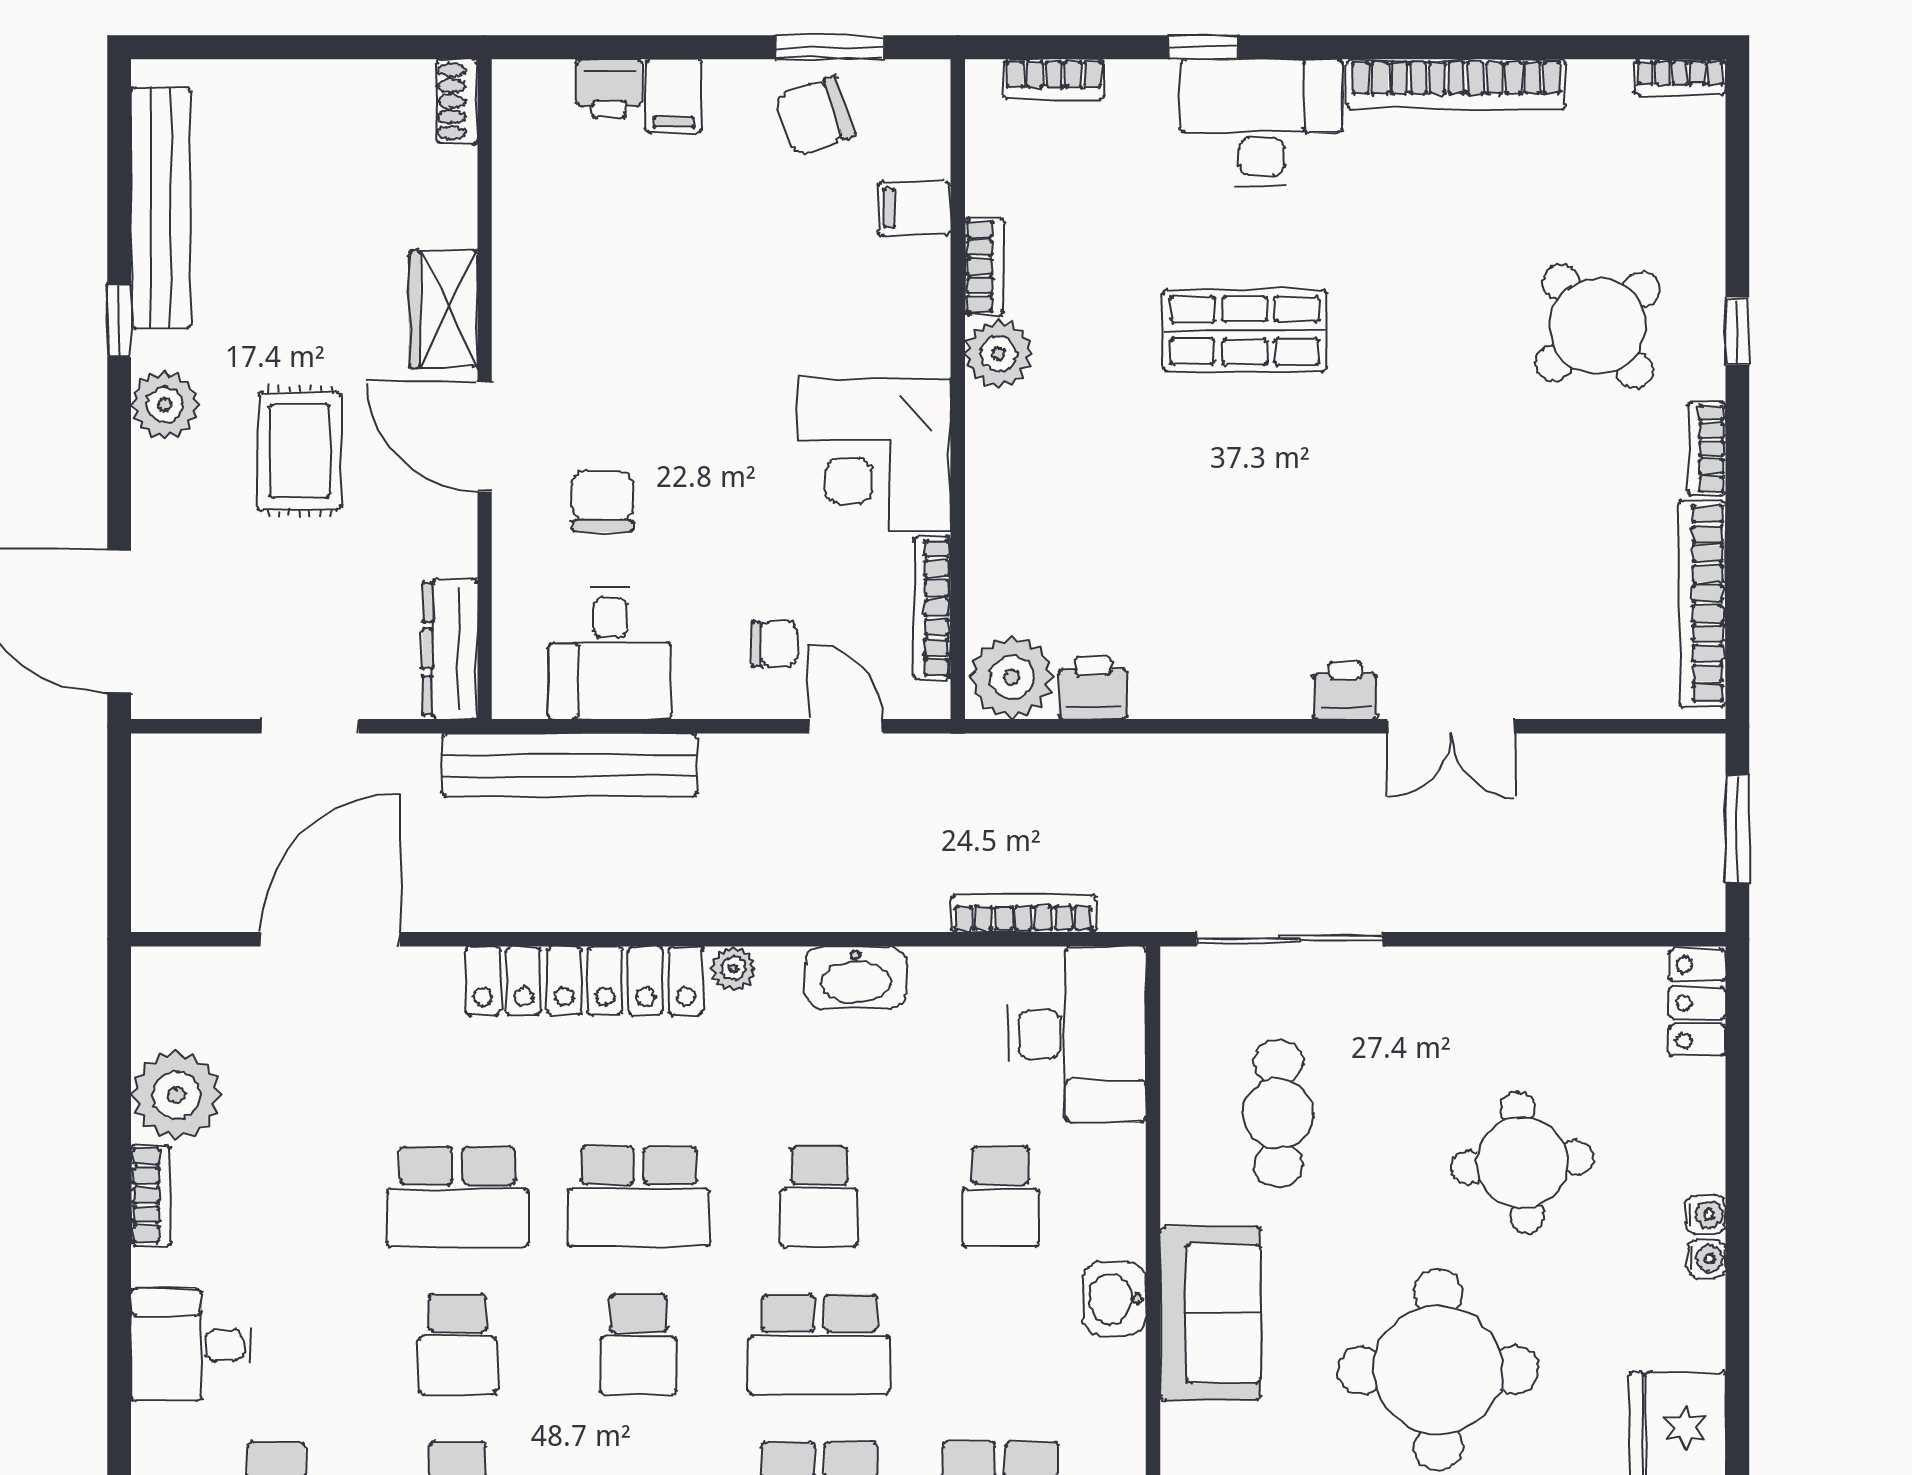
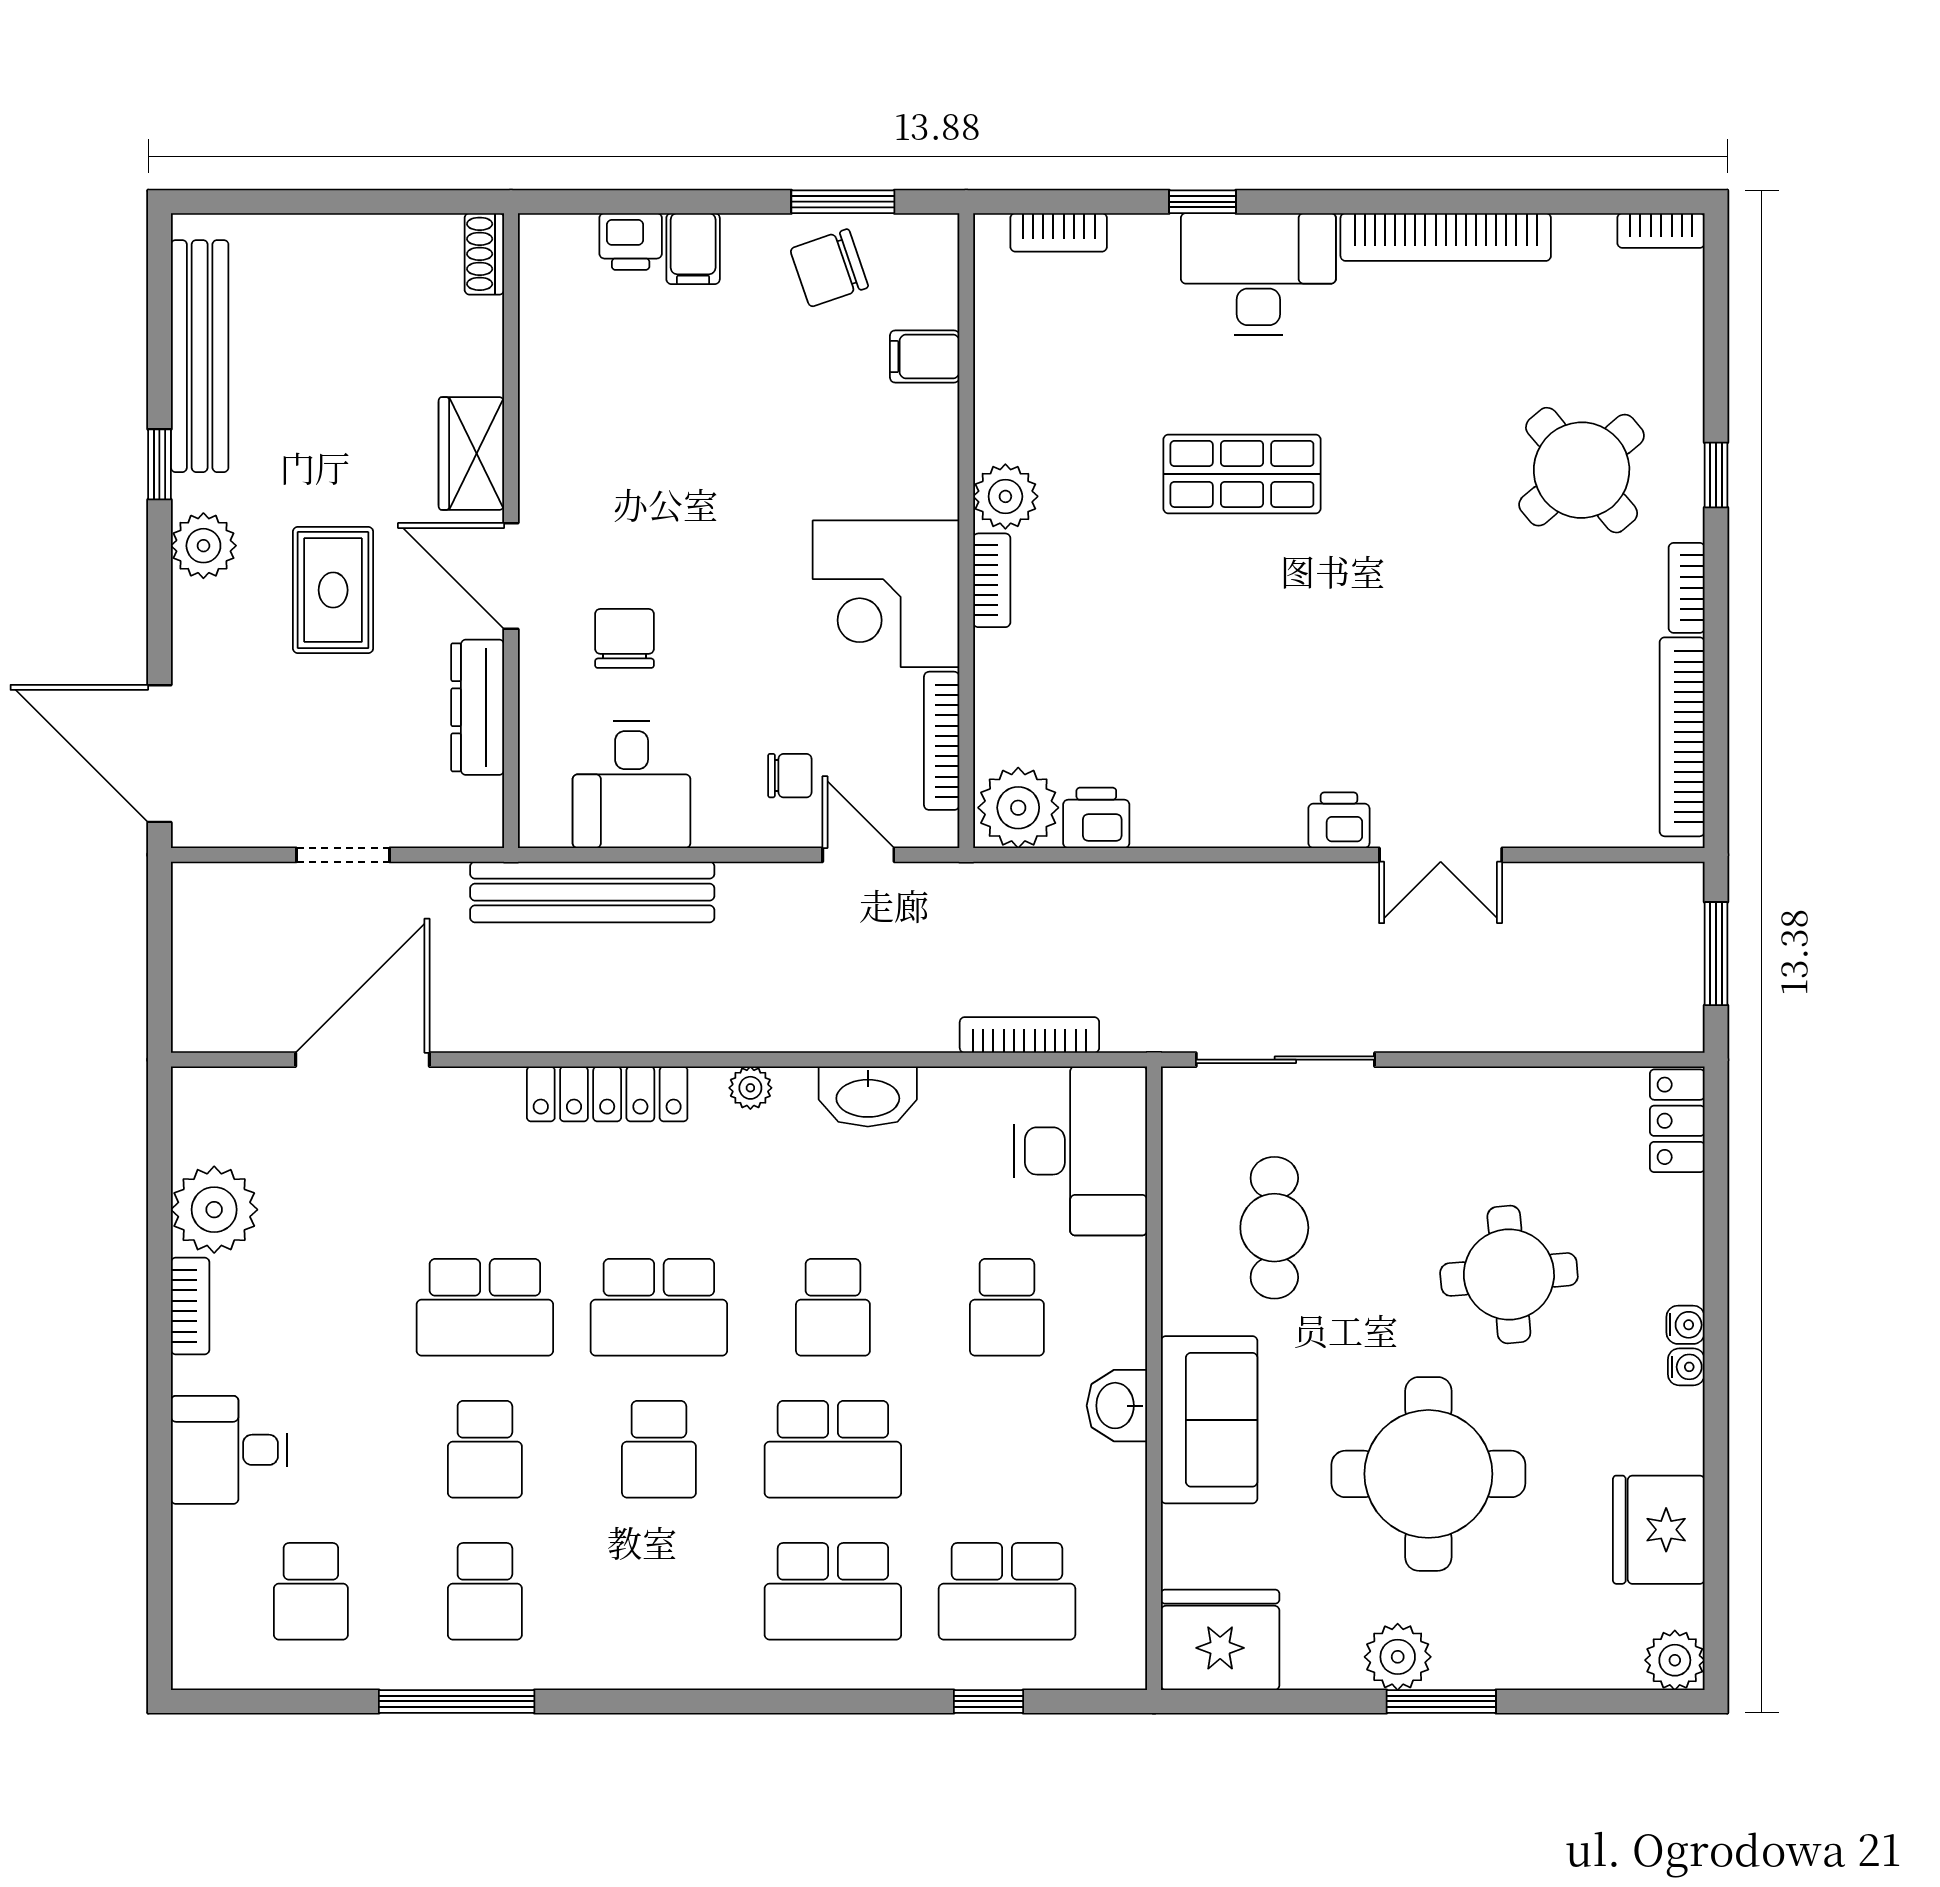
bookcase: (984, 267) -> (992, 580), moved
dresser: (450, 649) -> (478, 707), moved
locker: (585, 981) -> (607, 1094), width x0.71, depth x0.83

